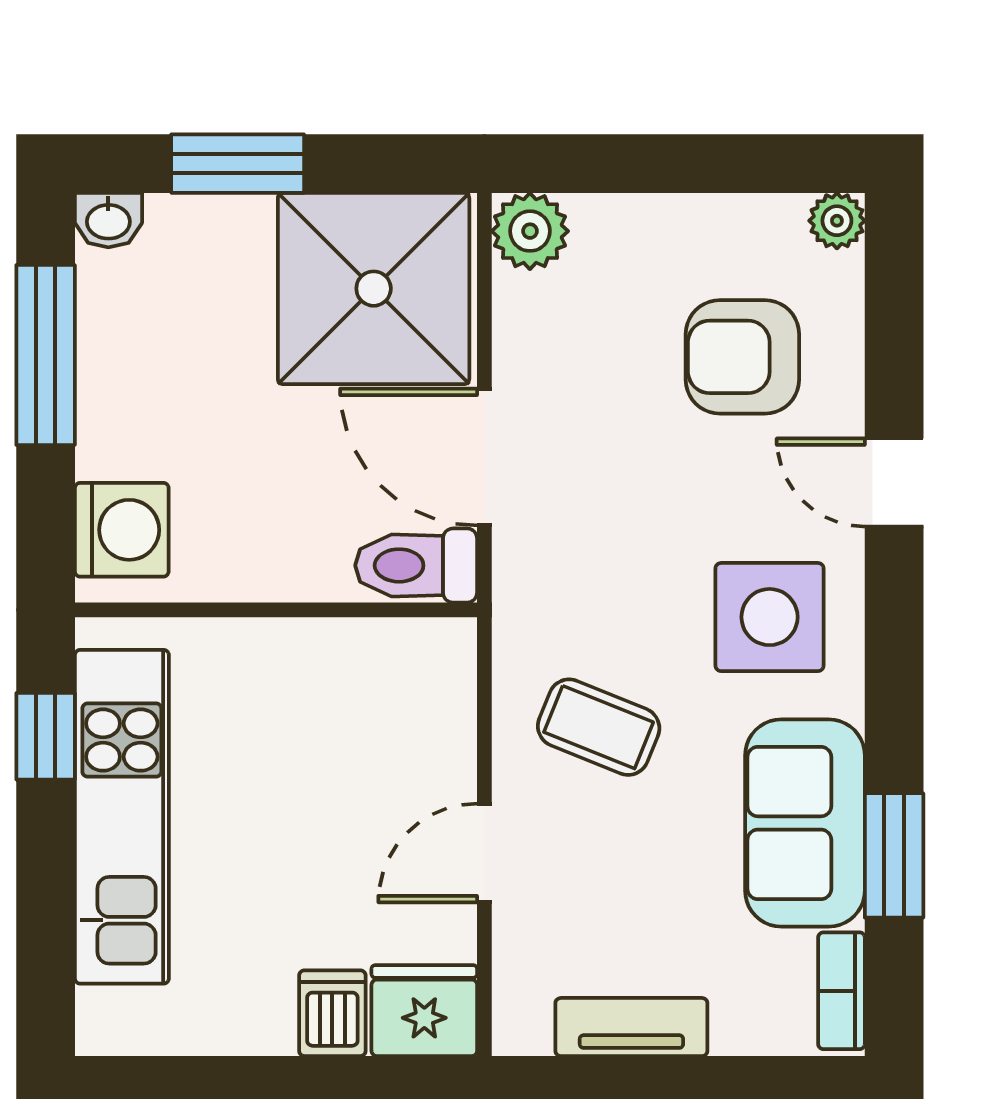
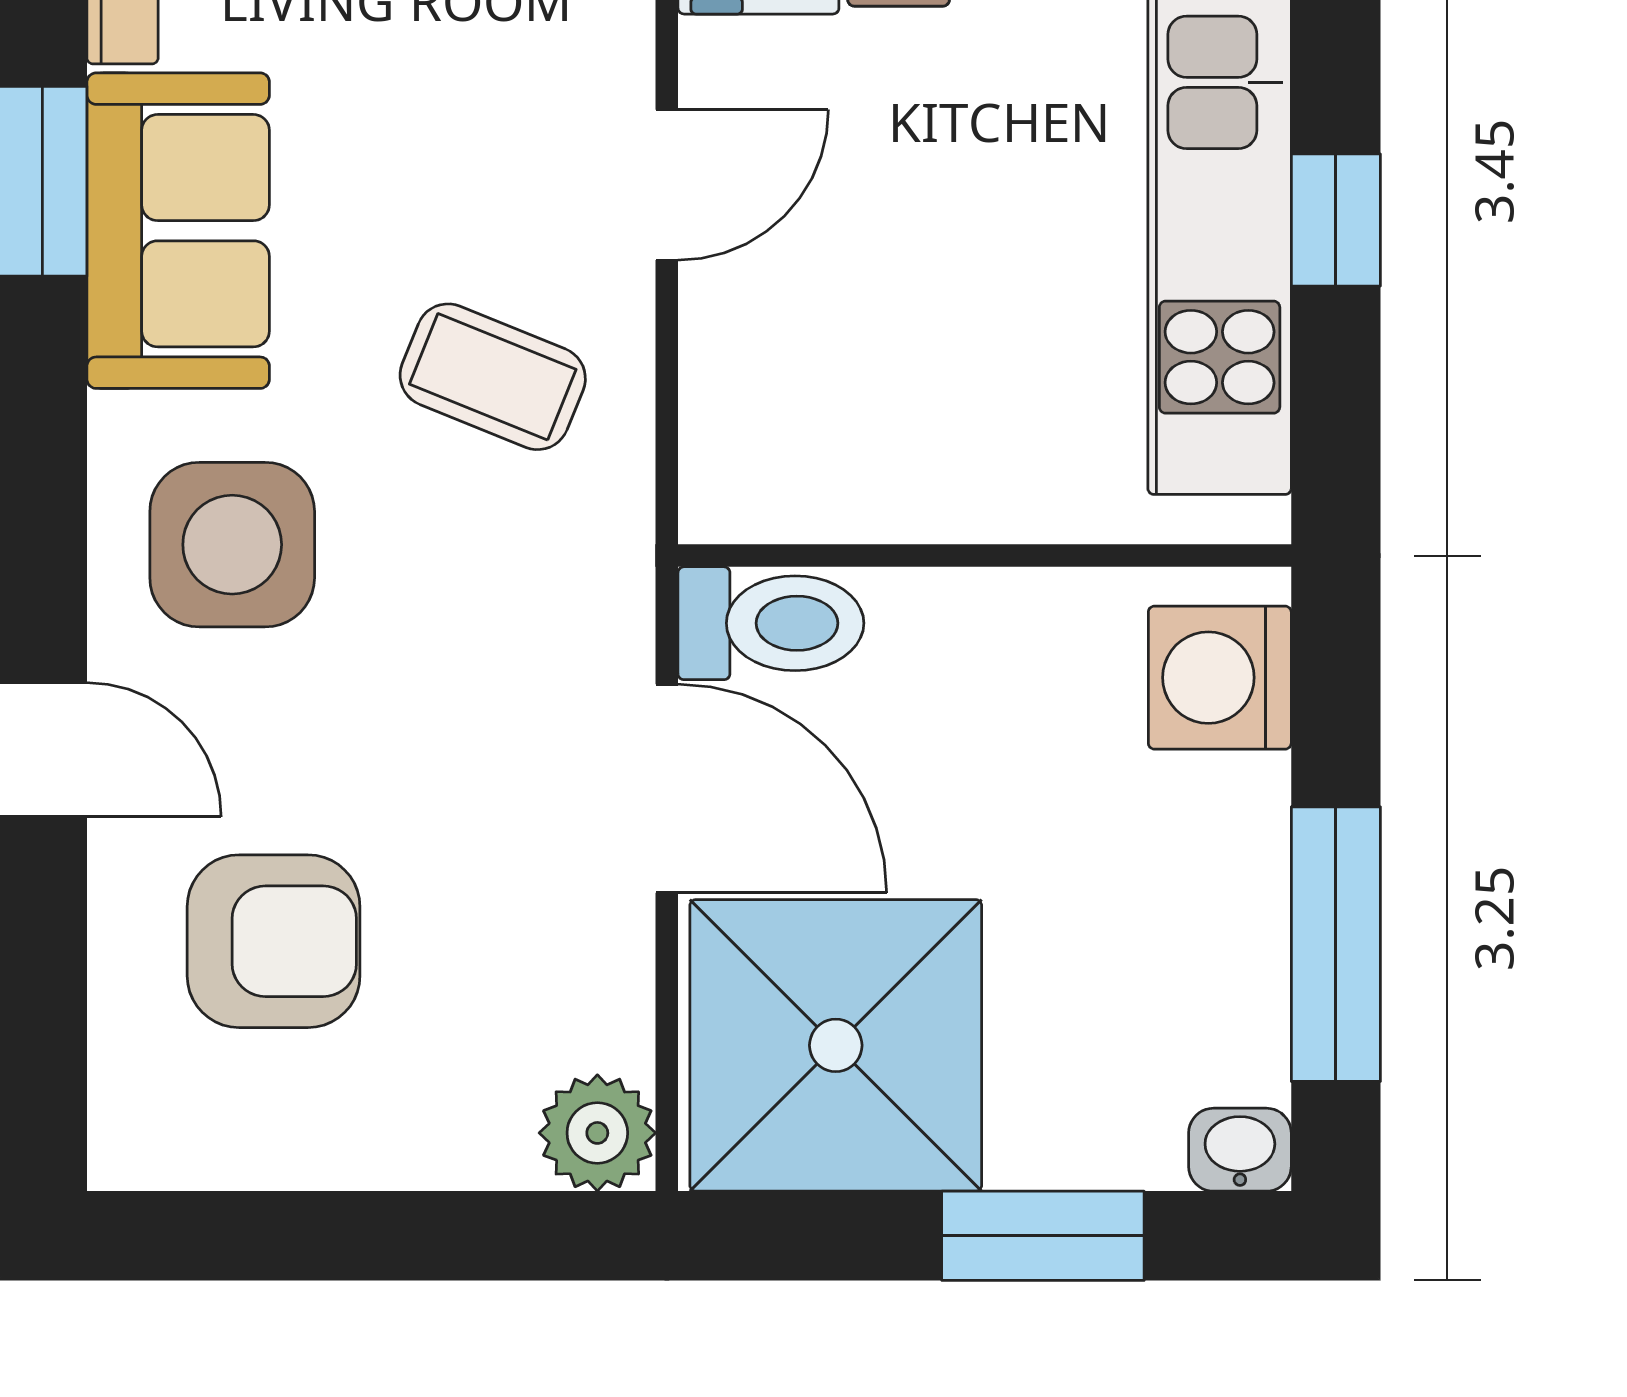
plant: (837, 221) -> (129, 1149), removed
window: (46, 736) -> (1336, 220), moved

